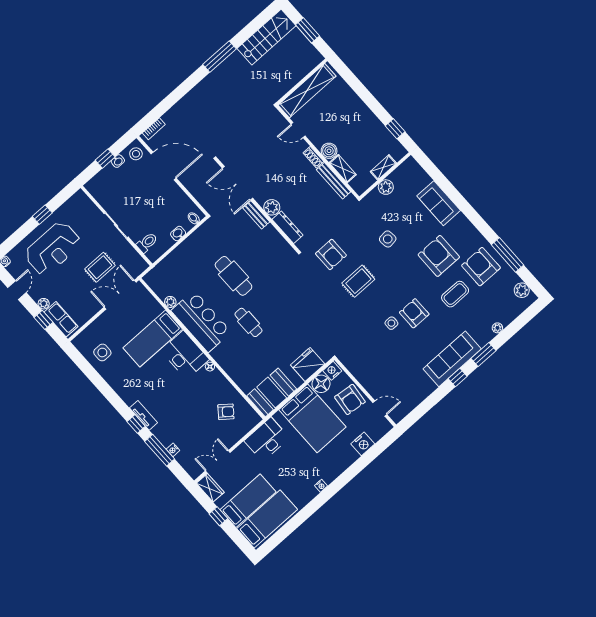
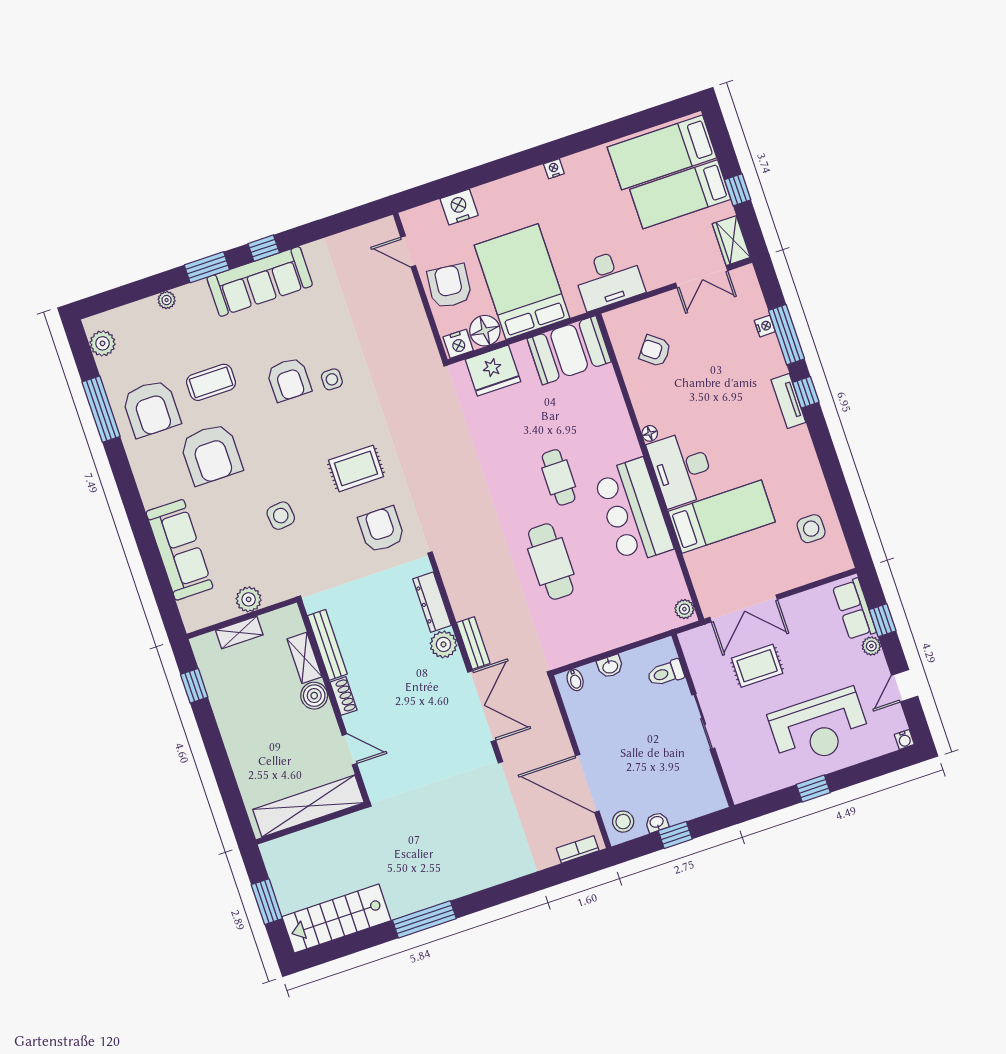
sofa: (439, 203) -> (179, 550), width x1.36
reception desk: (53, 249) -> (819, 727), turned 180
plant: (170, 302) -> (684, 609), moved

